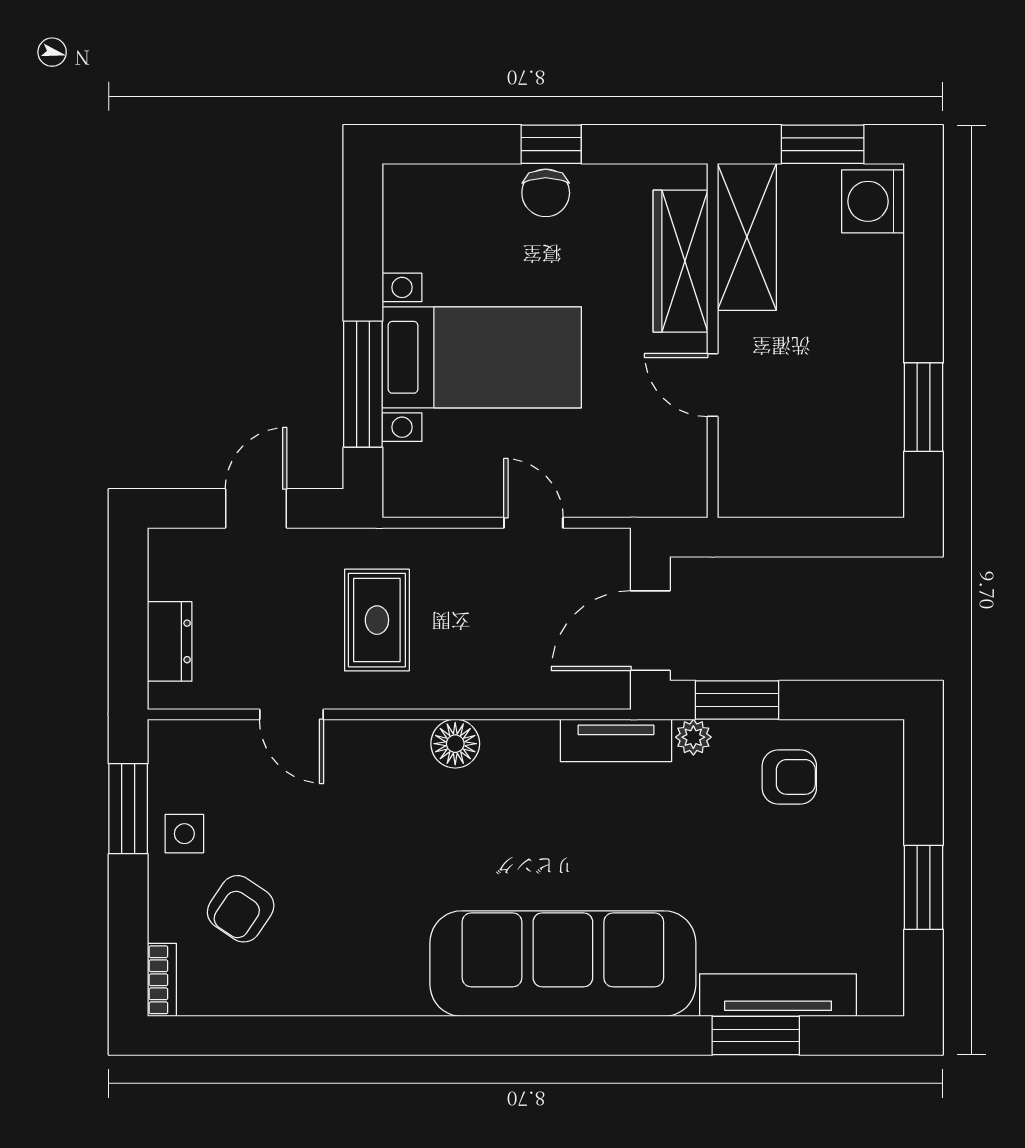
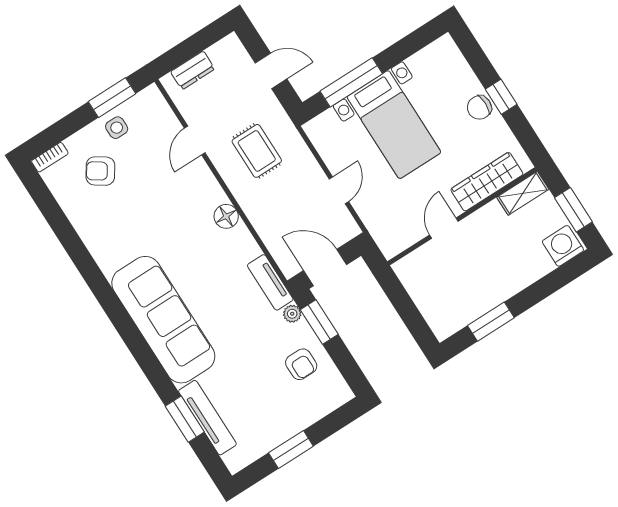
shelving: (747, 237) -> (523, 193), width x0.67, depth x0.75
rug: (377, 620) -> (257, 151), turned 90

